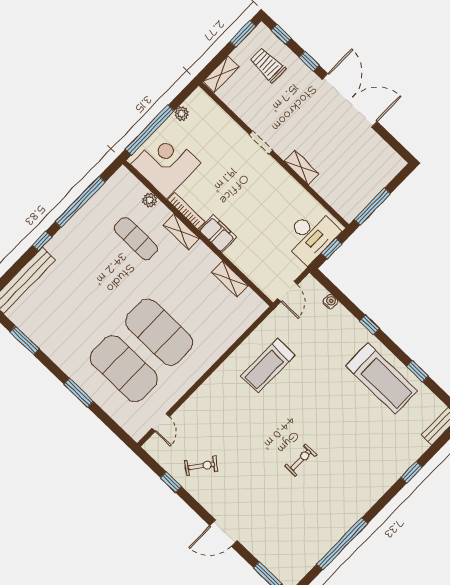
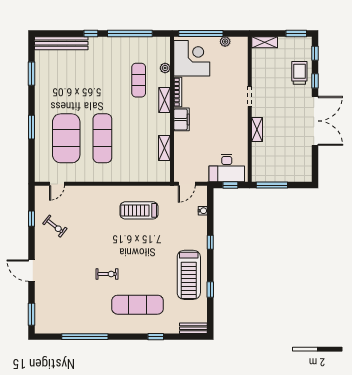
trolley: (268, 65) -> (299, 73), moved
exercise mat: (159, 332) -> (102, 138), width x0.68
exercise mat: (362, 459) -> (138, 305), added

